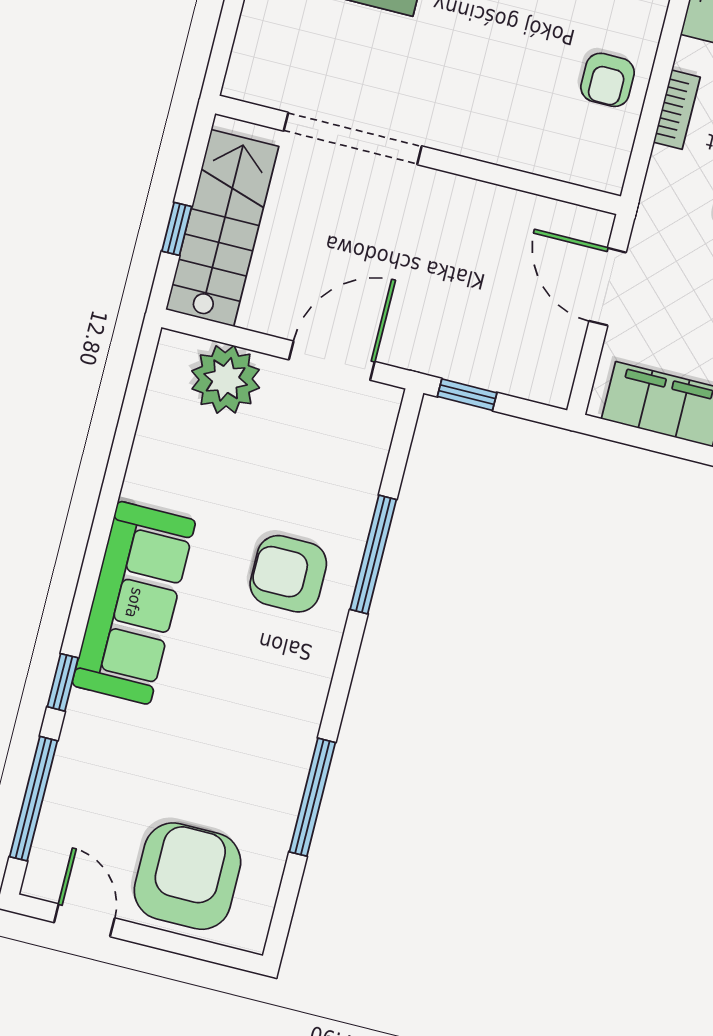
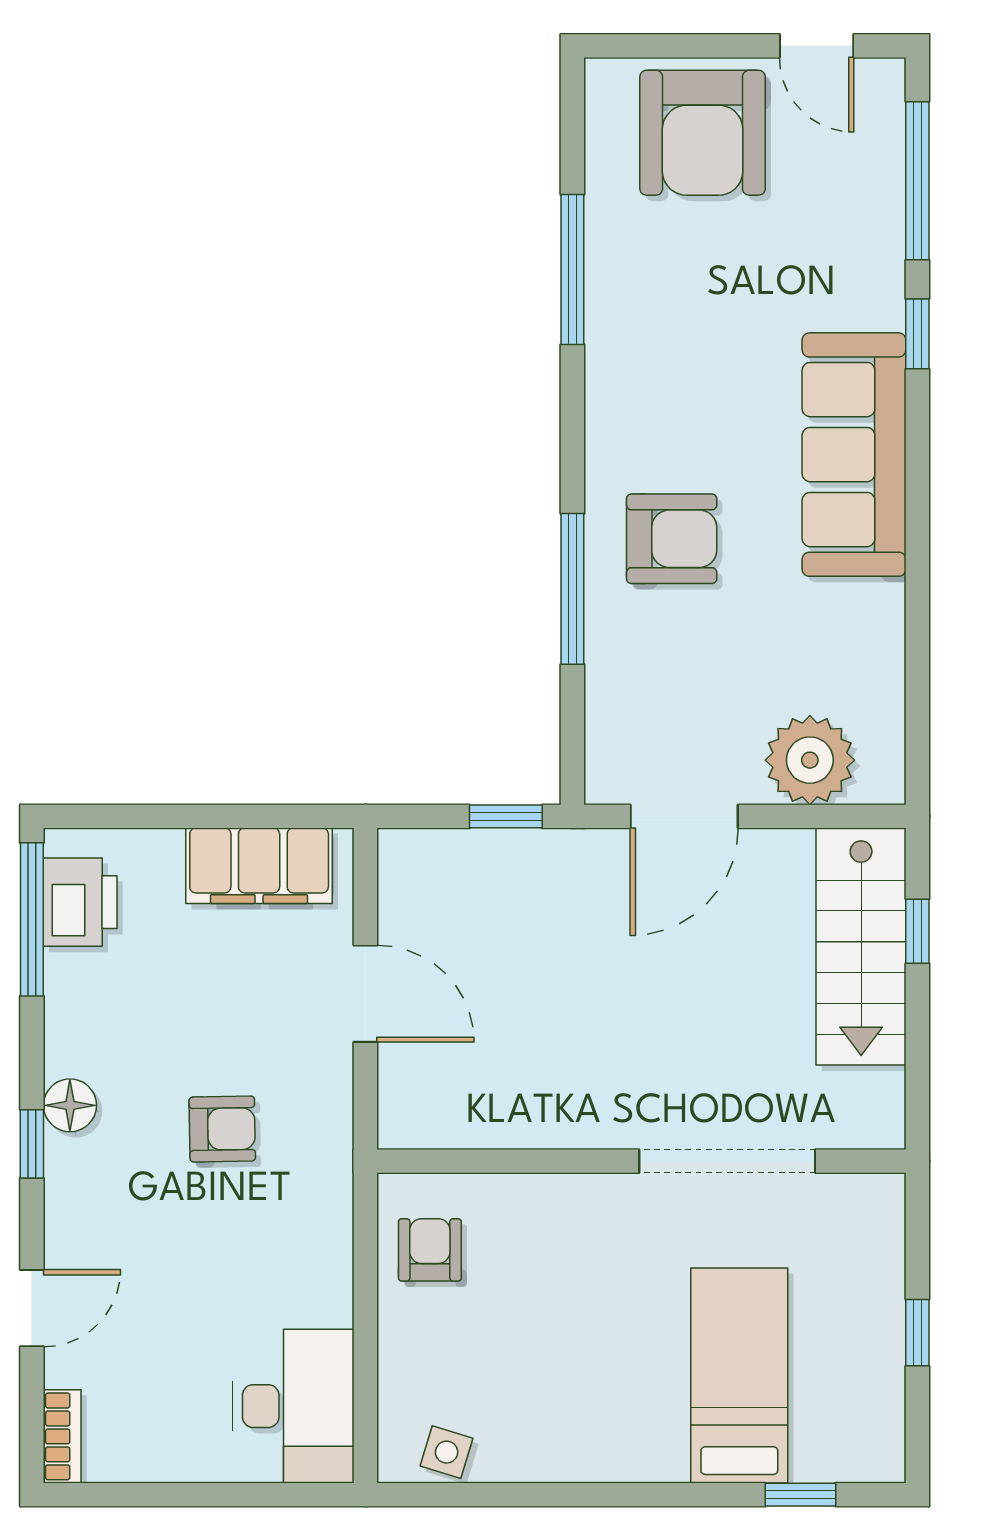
bookcase: (677, 110) -> (335, 1235), removed
doorway: (353, 138) -> (727, 1161), moved
wall: (418, 155) -> (641, 1161), moved

